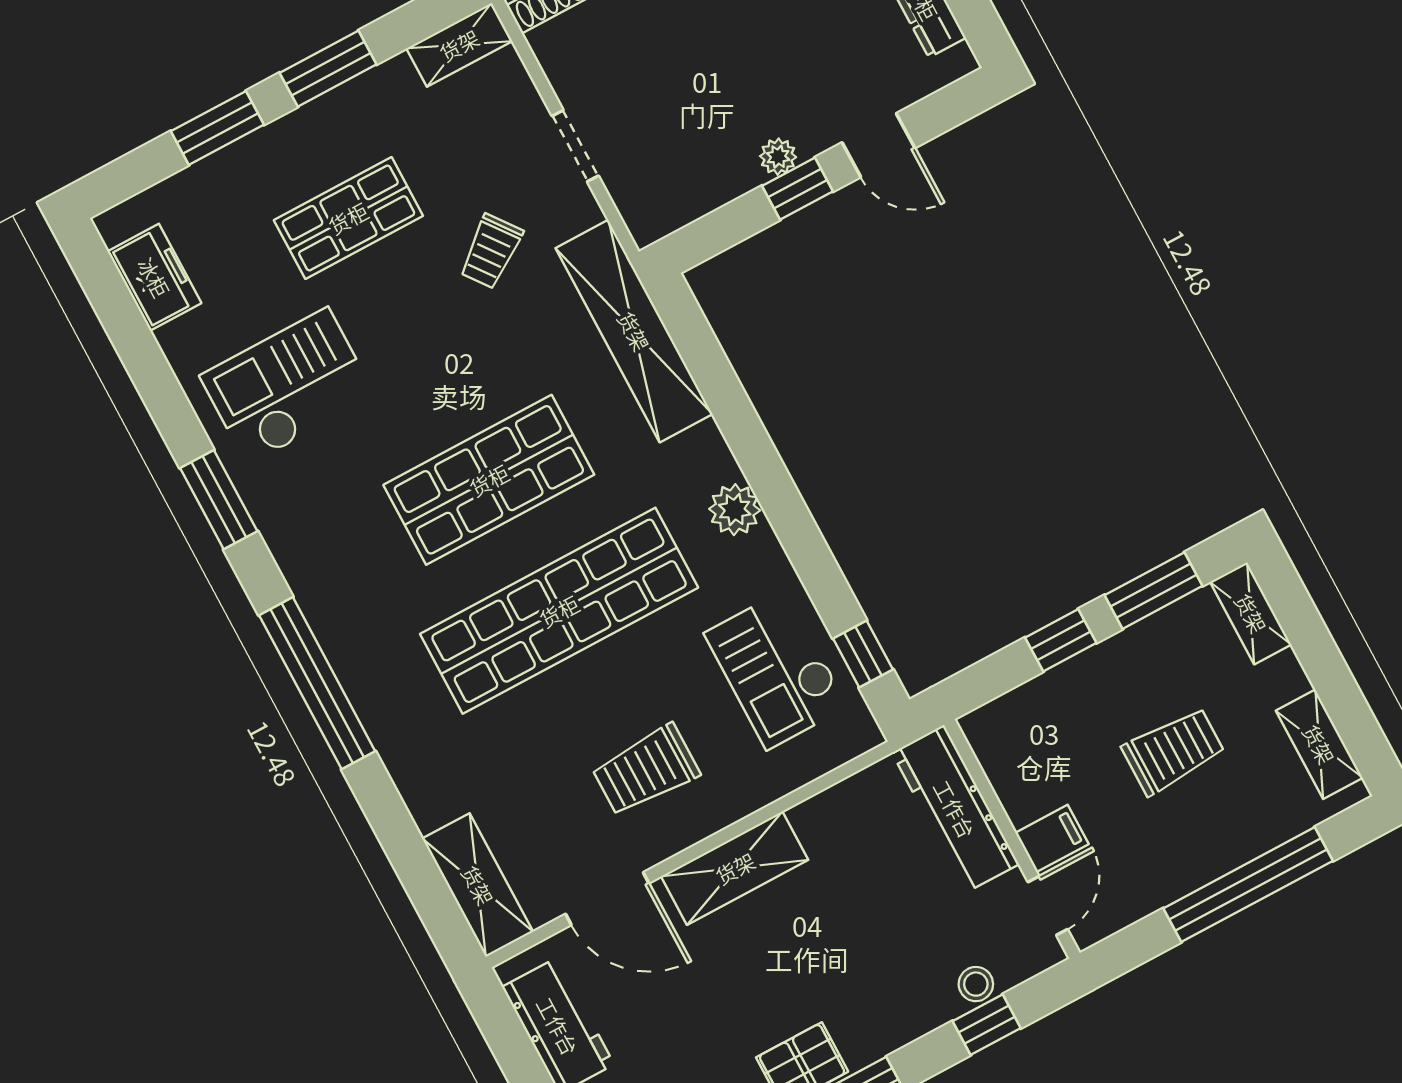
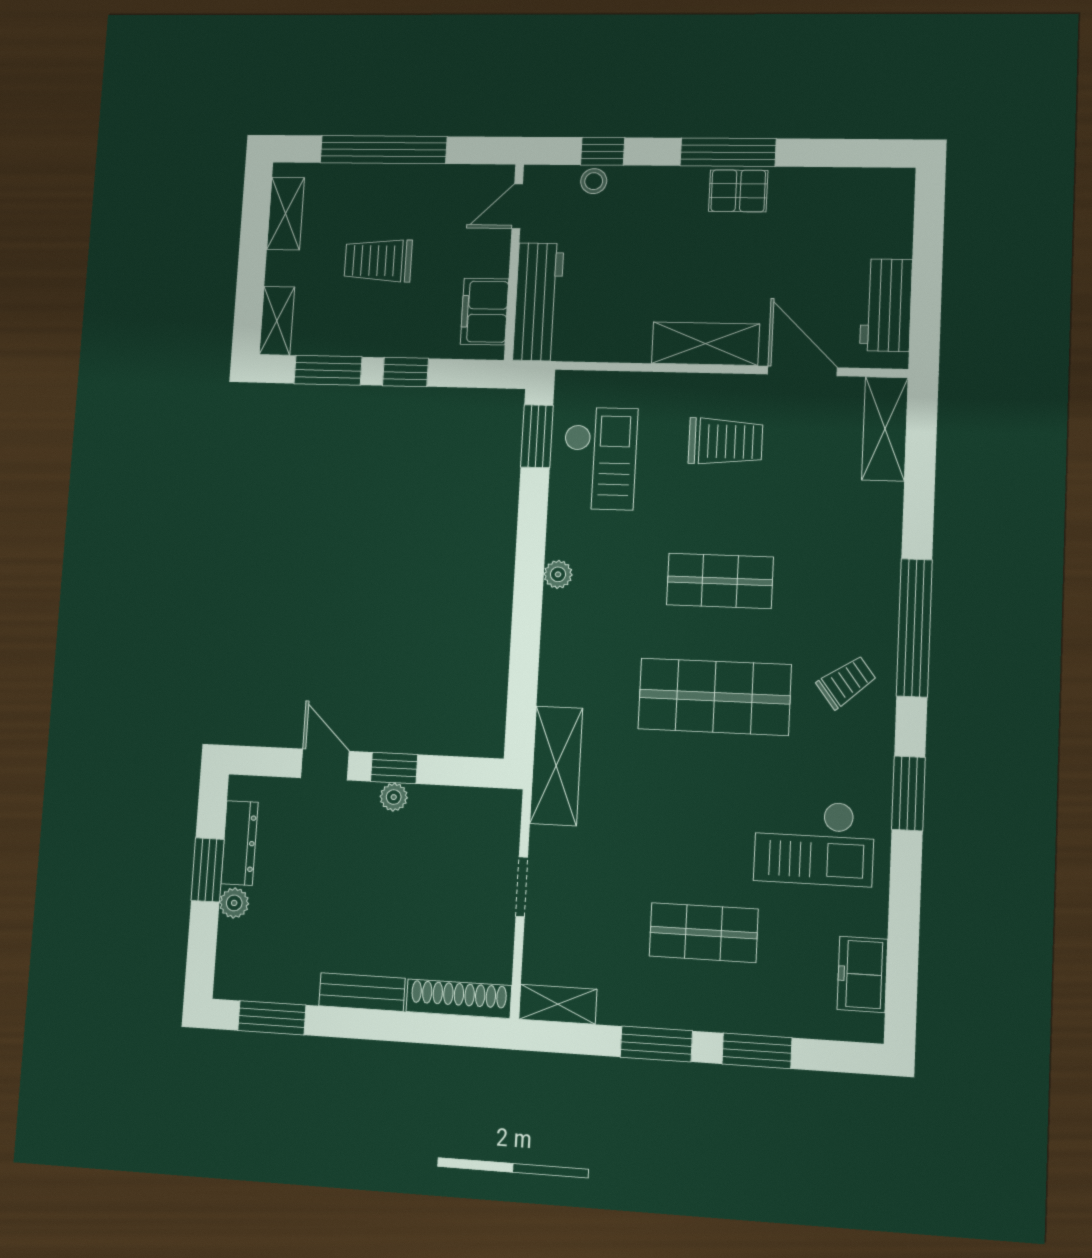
trolley: (491, 251) -> (846, 682), moved
shelving: (634, 331) -> (556, 766), width x0.68
plant: (735, 510) -> (558, 574), width x0.73, depth x0.73
shop shelf: (559, 611) -> (720, 581), width x0.50, depth x0.74
window: (863, 654) -> (537, 436), width x1.50
filing cabinet: (1052, 838) -> (485, 312), moved, width x2.00

